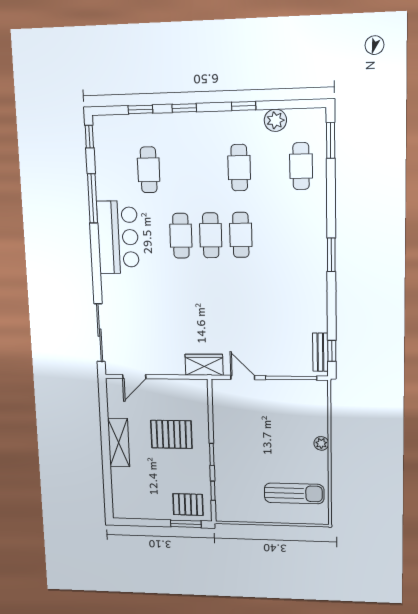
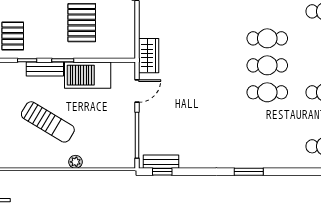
barbecue: (227, 429) -> (88, 75), added
bench: (222, 473) -> (45, 69), added
sun lounger: (294, 493) -> (48, 122), moved, turned -59

